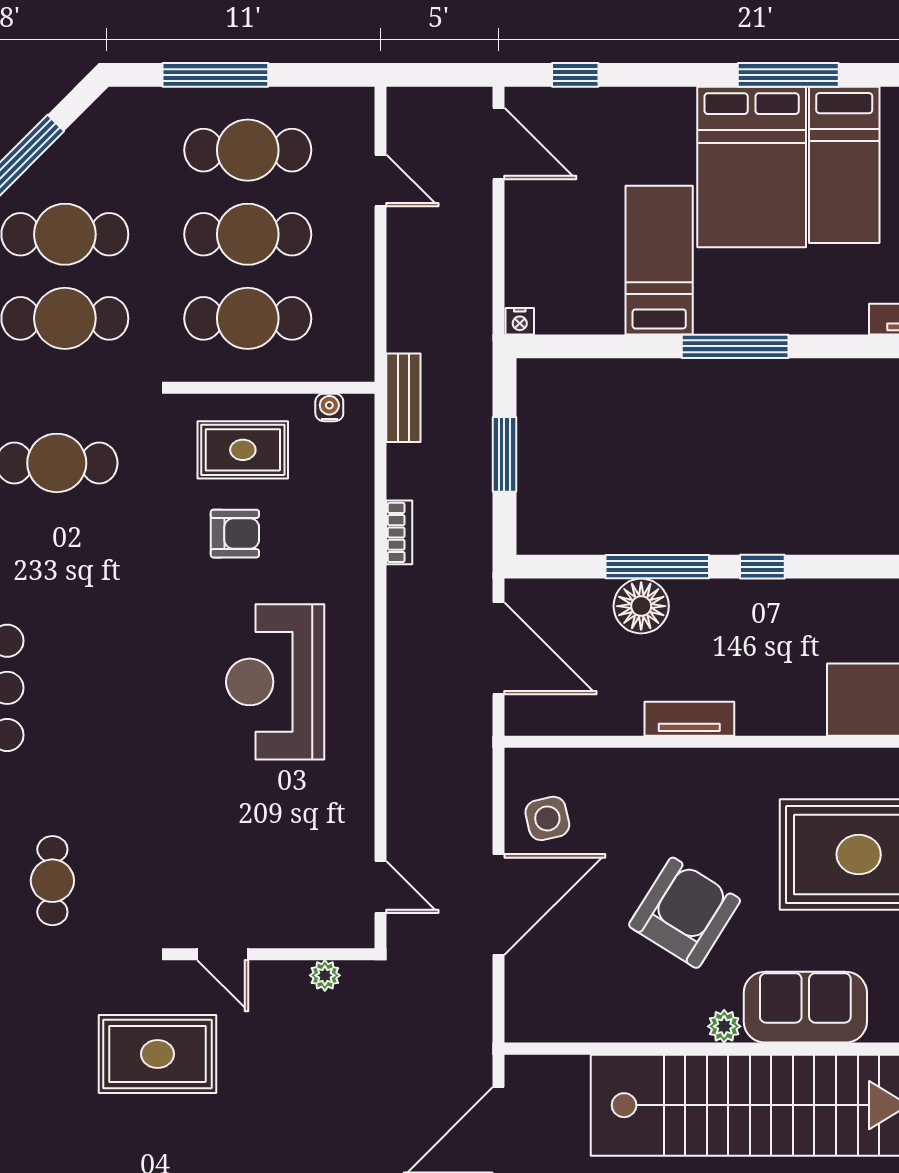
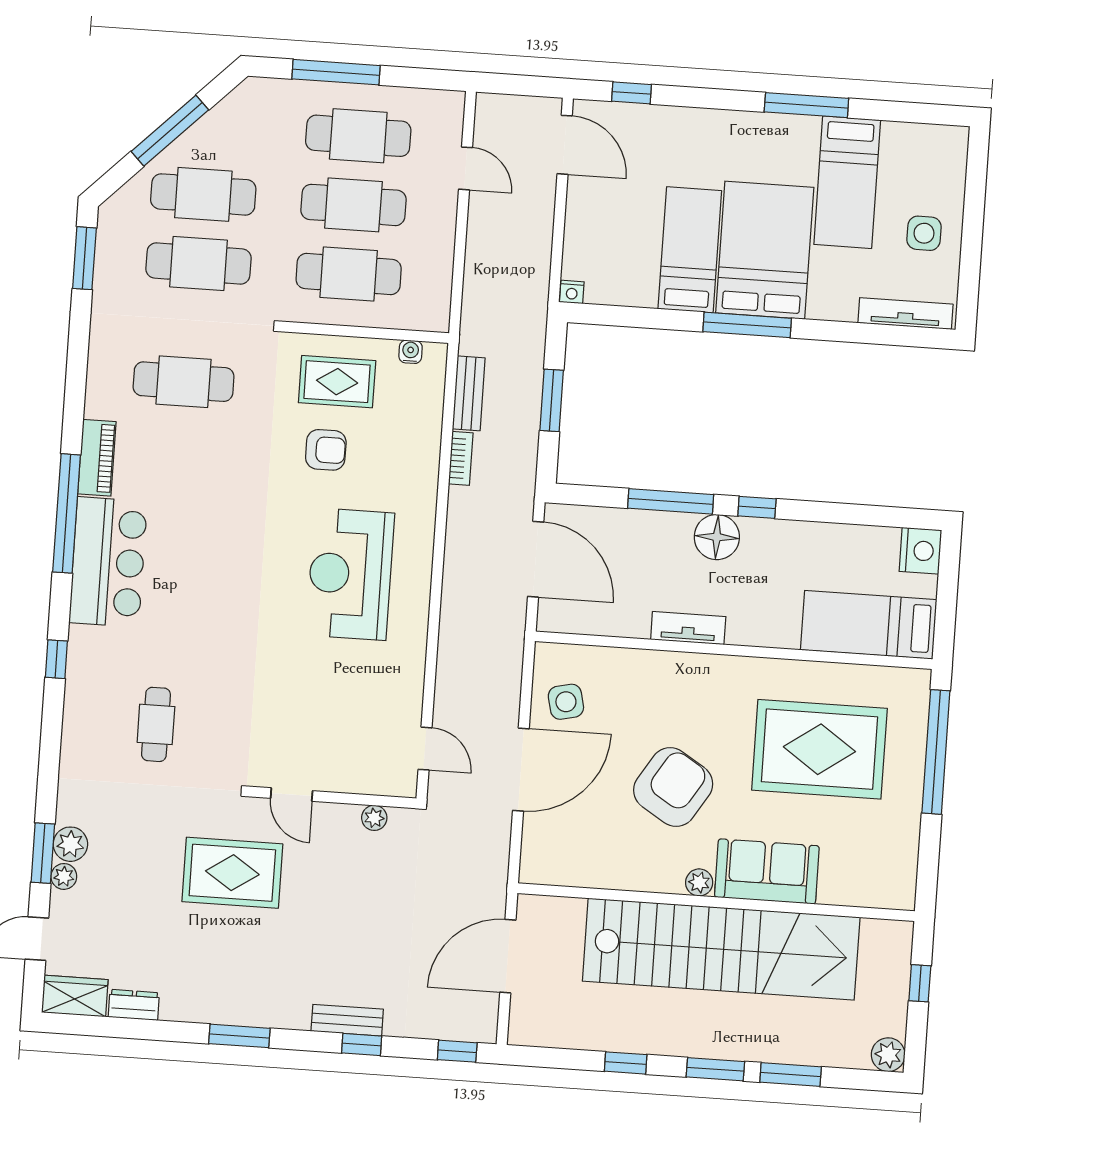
bed: (752, 167) -> (765, 250), moved, turned 180
bench: (403, 398) -> (469, 393), moved
floor lamp: (641, 606) -> (717, 537), moved

